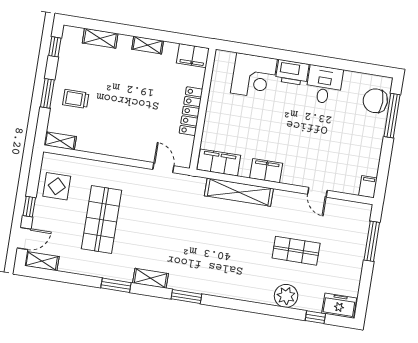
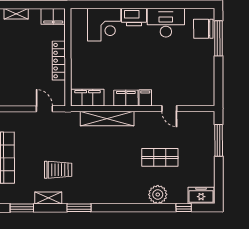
desk: (324, 85) -> (166, 23), width x1.37
filing cabinet: (368, 187) -> (145, 98), moved
trolley: (168, 246) -> (58, 170), added

